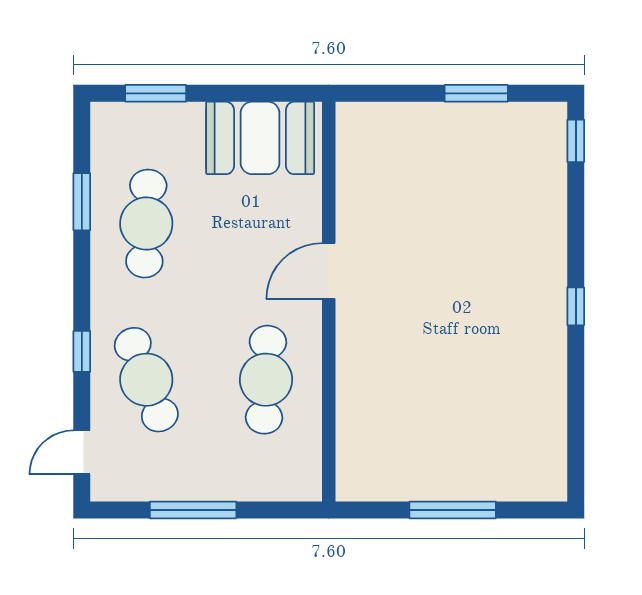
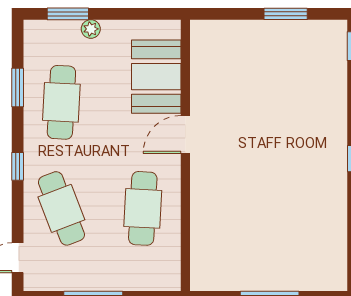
plant: (189, 116) -> (91, 29), added
booth: (260, 138) -> (156, 77), moved, turned 90
window: (82, 351) -> (18, 166), moved

